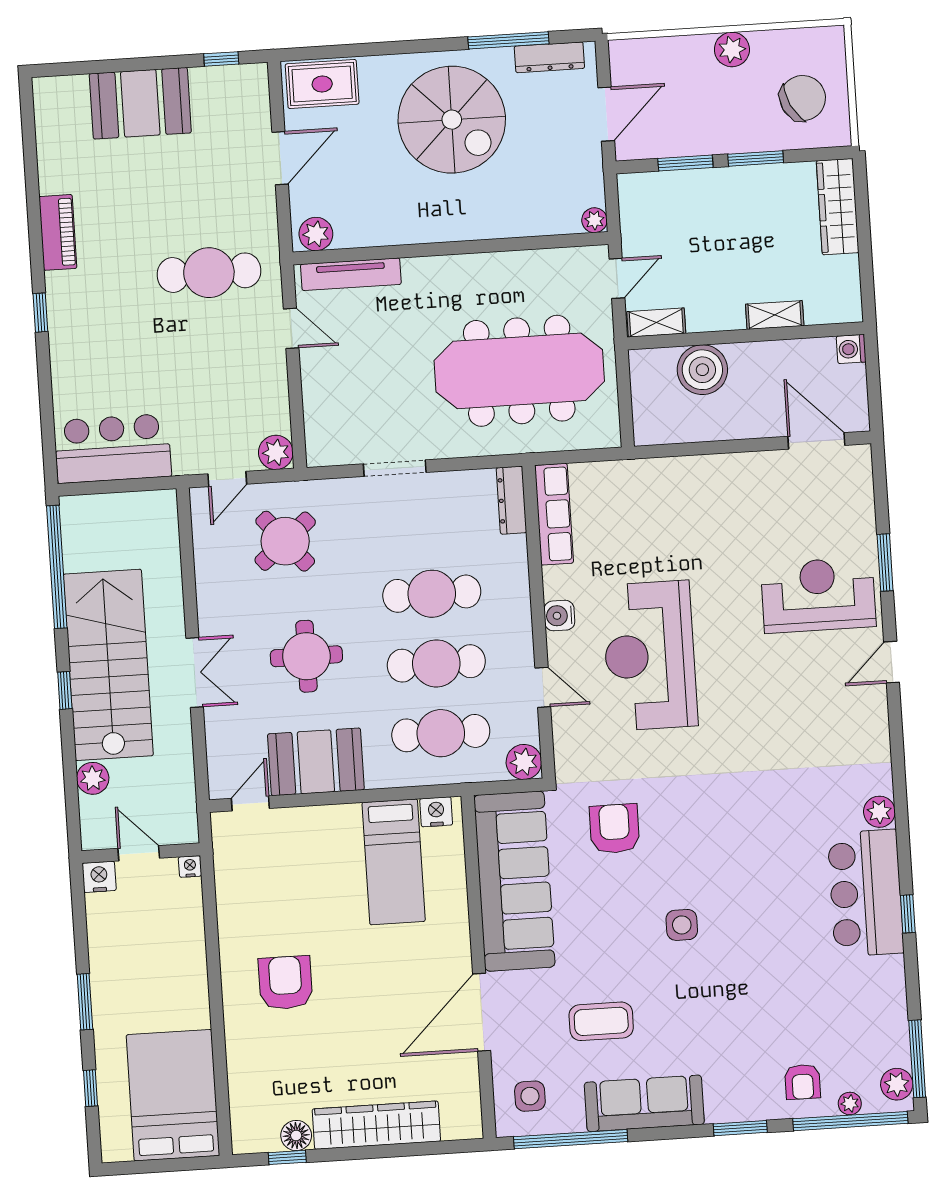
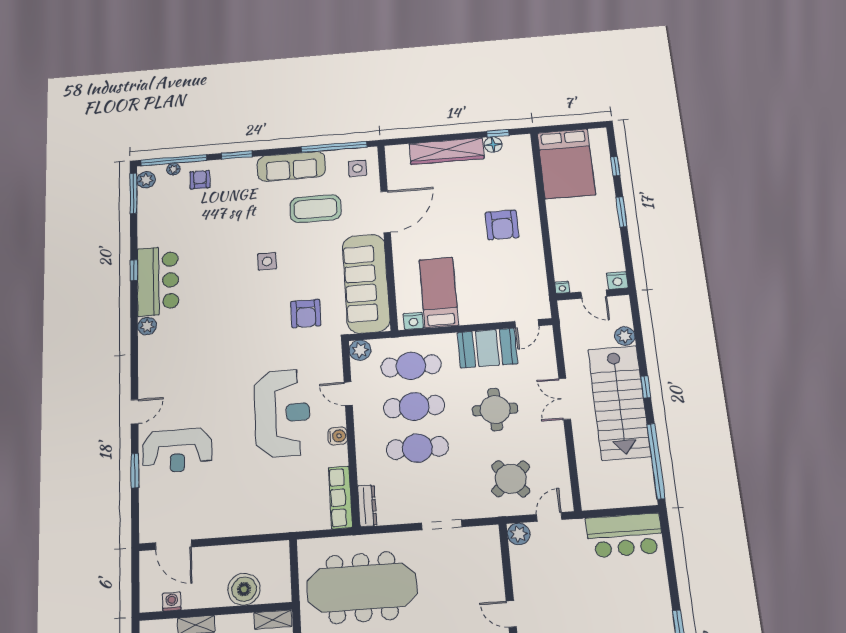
washing machine: (851, 349) -> (172, 602), moved, turned -90
coffee table: (601, 1021) -> (316, 209), width x1.36, depth x1.32

